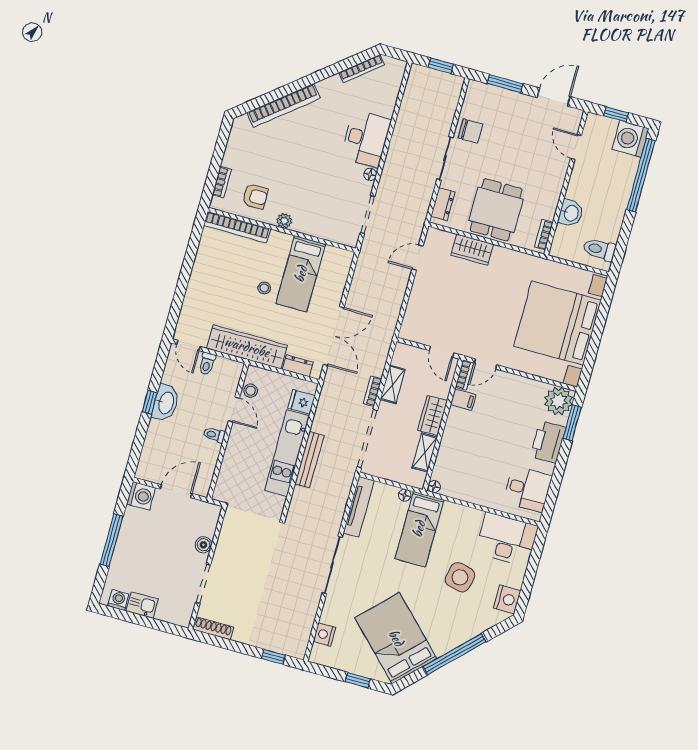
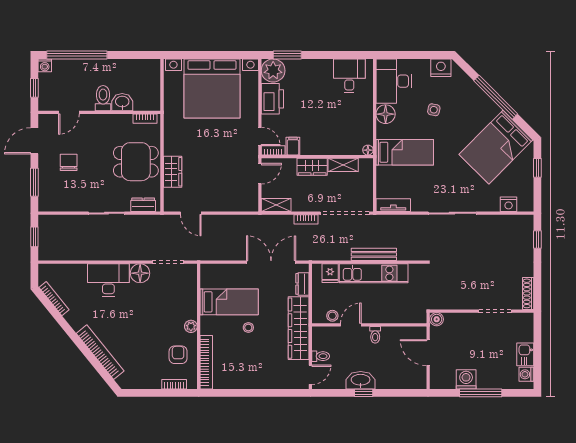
door: (554, 97) -> (34, 141), hinge flipped
chair: (470, 131) -> (69, 162), moved
washing machine: (630, 139) -> (45, 65), width x0.53, depth x0.53
floor lamp: (370, 174) -> (140, 273), width x1.89, depth x1.89
toilet: (599, 249) -> (103, 98), moved, turned 180
shelving: (393, 384) -> (276, 205), moved
printer: (548, 442) -> (272, 99), moved, turned -90
floor lamp: (405, 495) -> (386, 114), moved, width x1.89, depth x1.89
washing machine: (141, 496) -> (466, 379), moved
tv unit: (359, 507) -> (393, 205), width x0.71
boiler: (203, 545) -> (437, 319), moved
side table: (460, 577) -> (434, 110), width x0.54, depth x0.54

